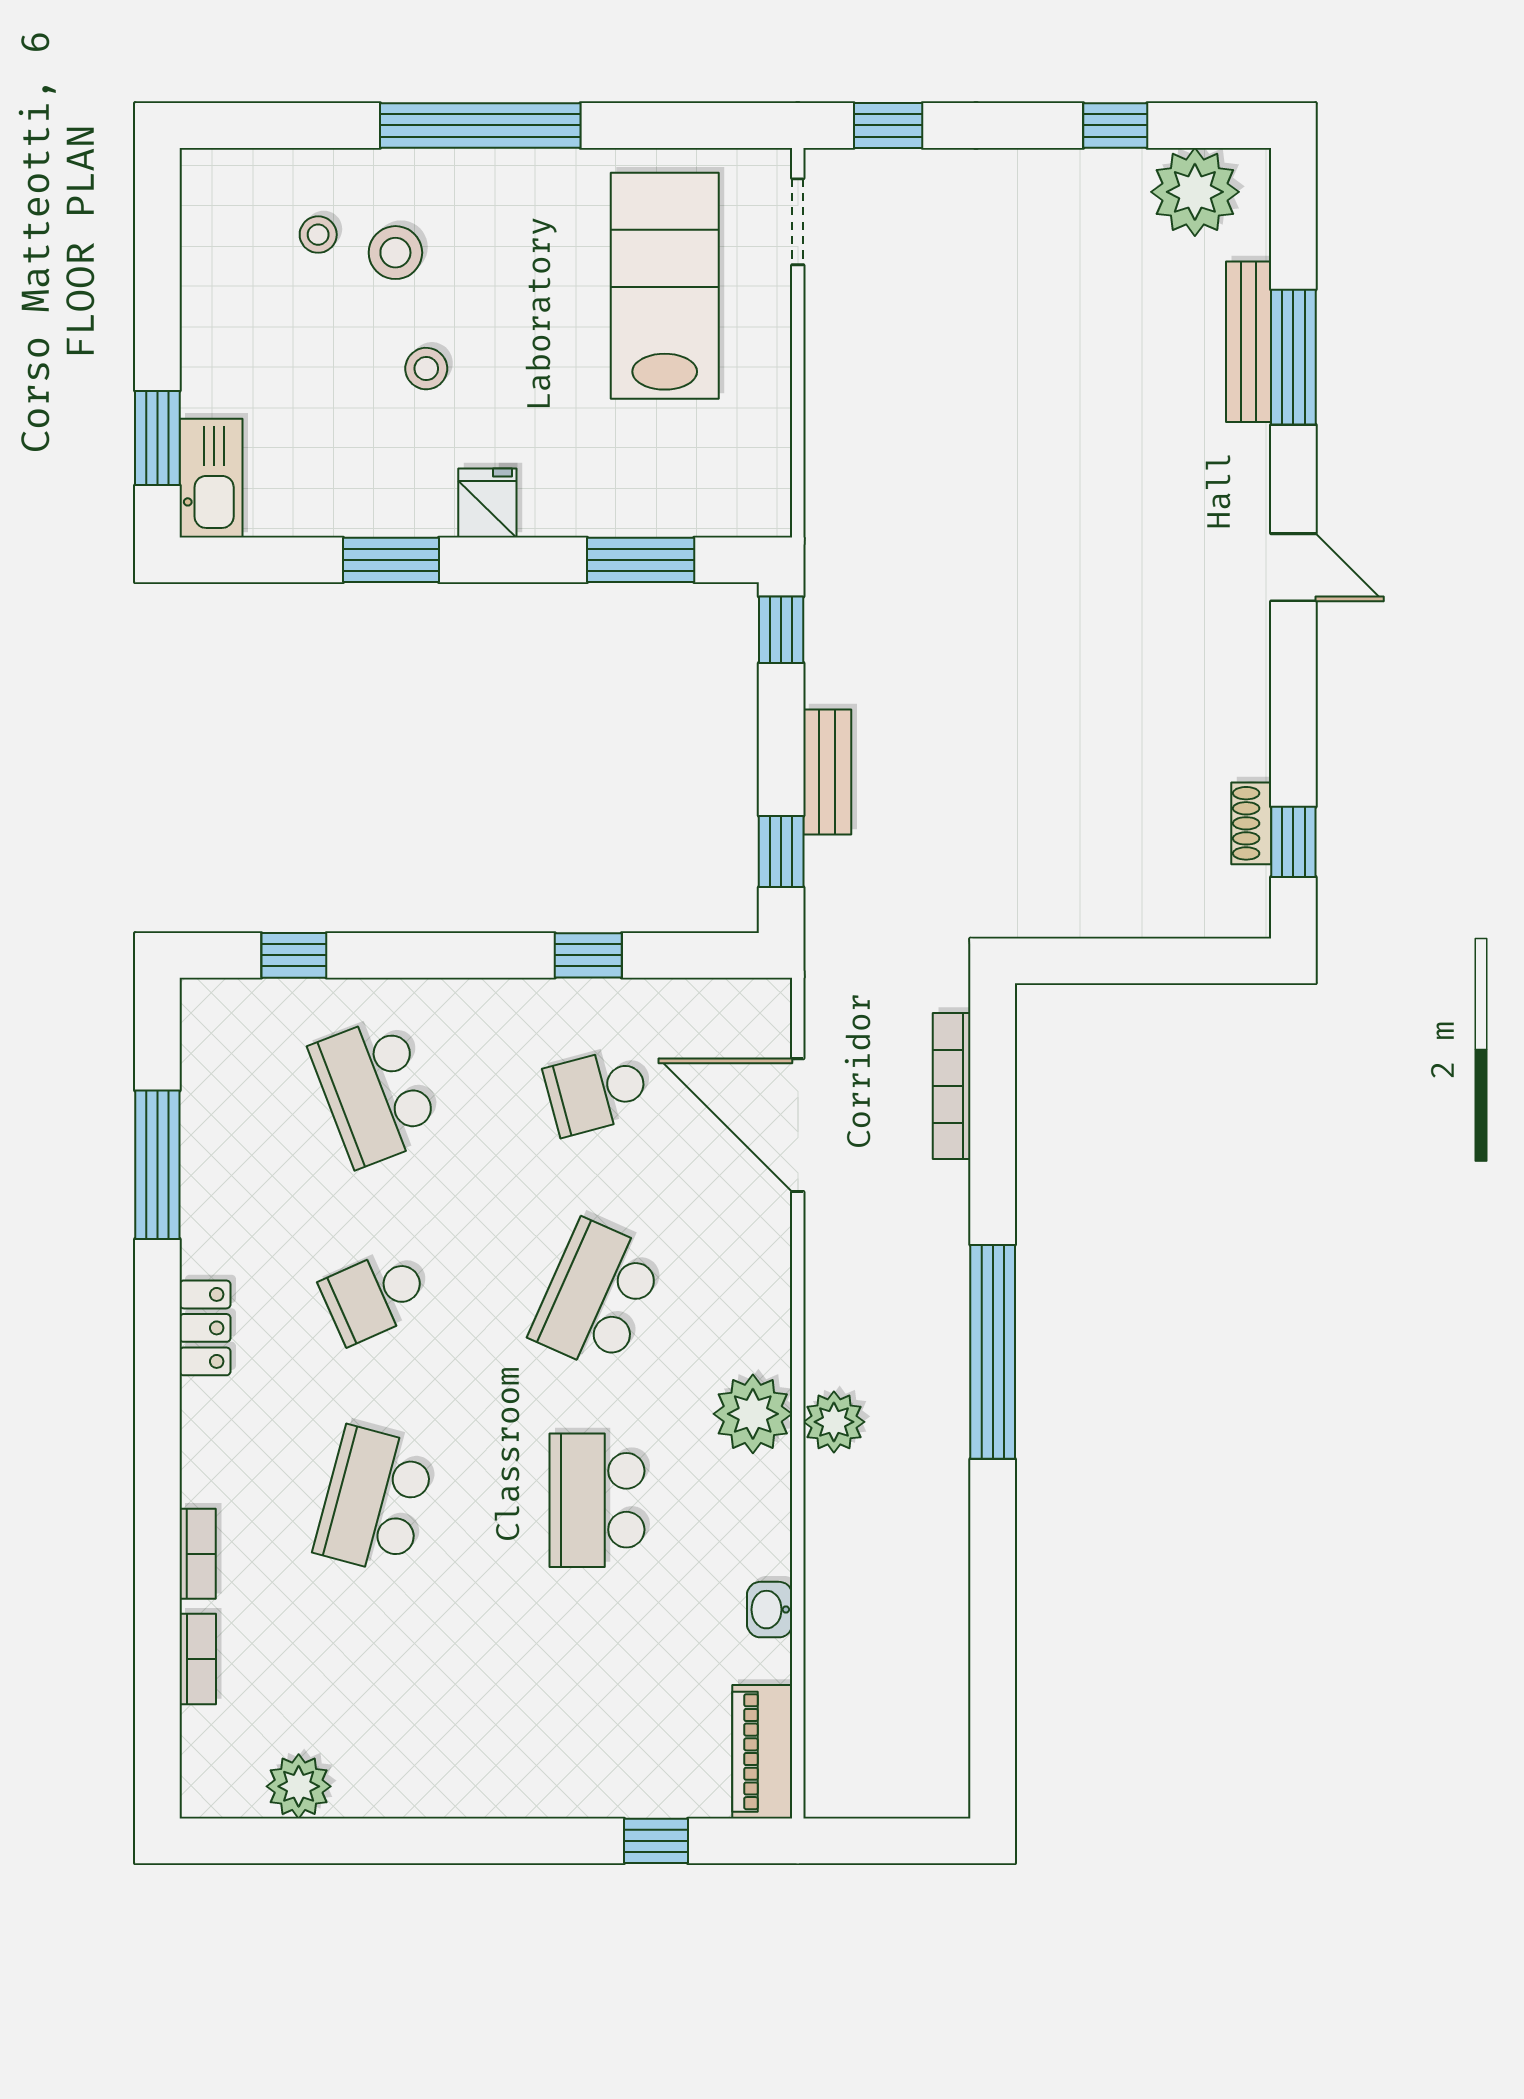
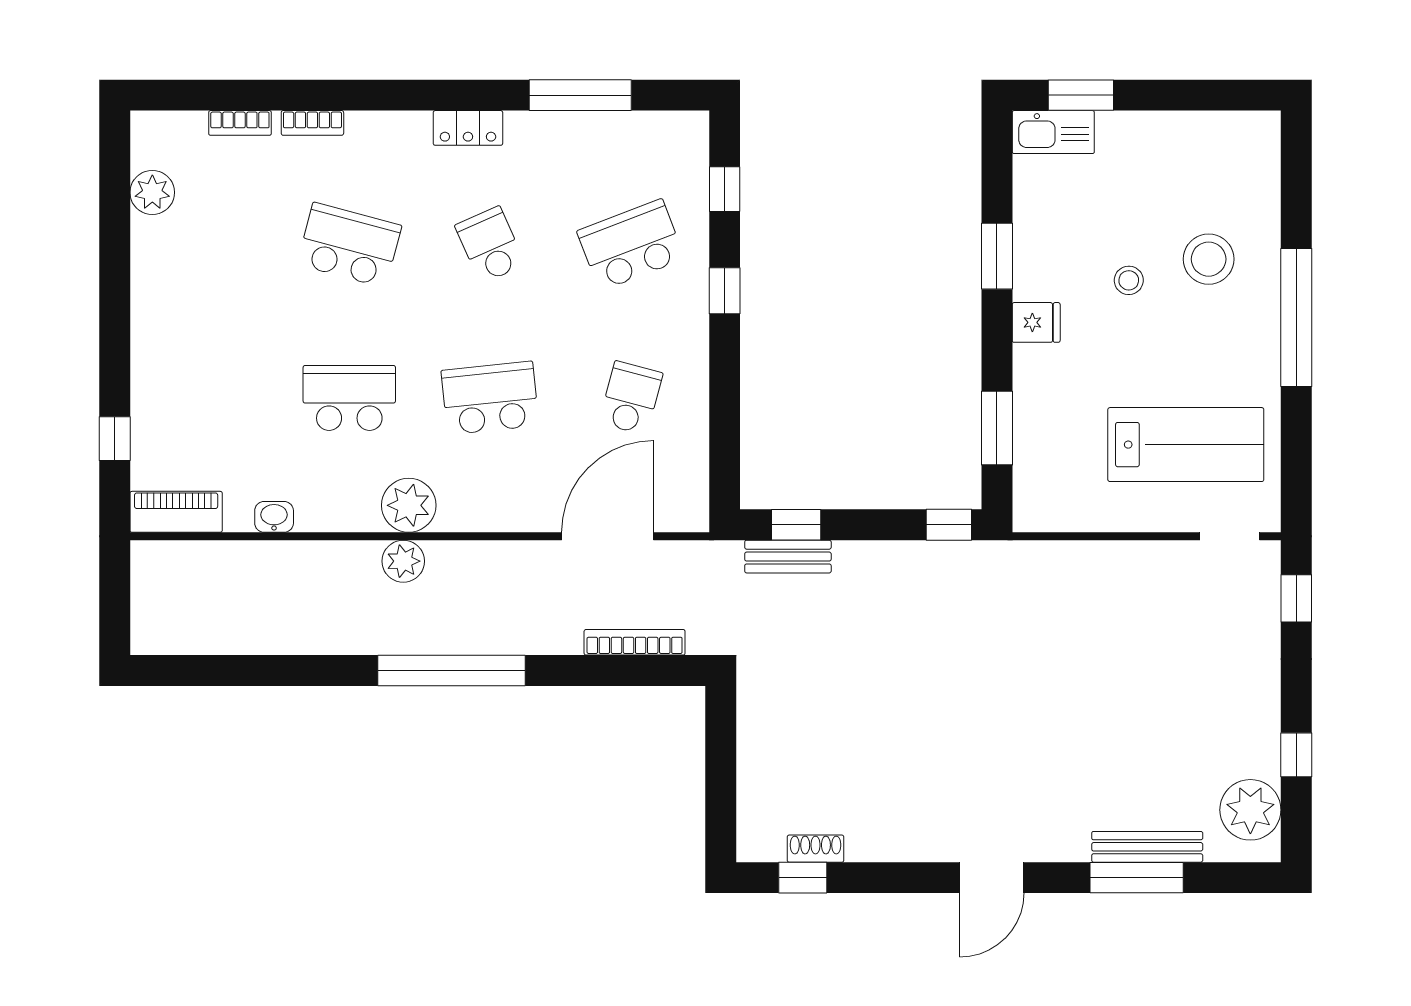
stool: (318, 235) -> (1221, 206), removed
stool: (395, 253) -> (1209, 259), width x1.38, depth x1.38
door: (1293, 567) -> (992, 878), width x1.38
bench: (827, 772) -> (788, 557), moved
window: (588, 955) -> (725, 291), moved
school desk: (597, 1091) -> (631, 398), turned 30
school desk: (597, 1296) -> (490, 398), turned -30

